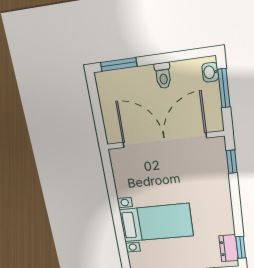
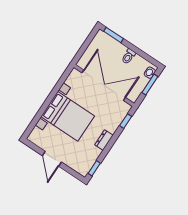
bed with nightstands: (156, 223) -> (68, 116), width x1.36
dresser: (229, 248) -> (104, 140), moved

